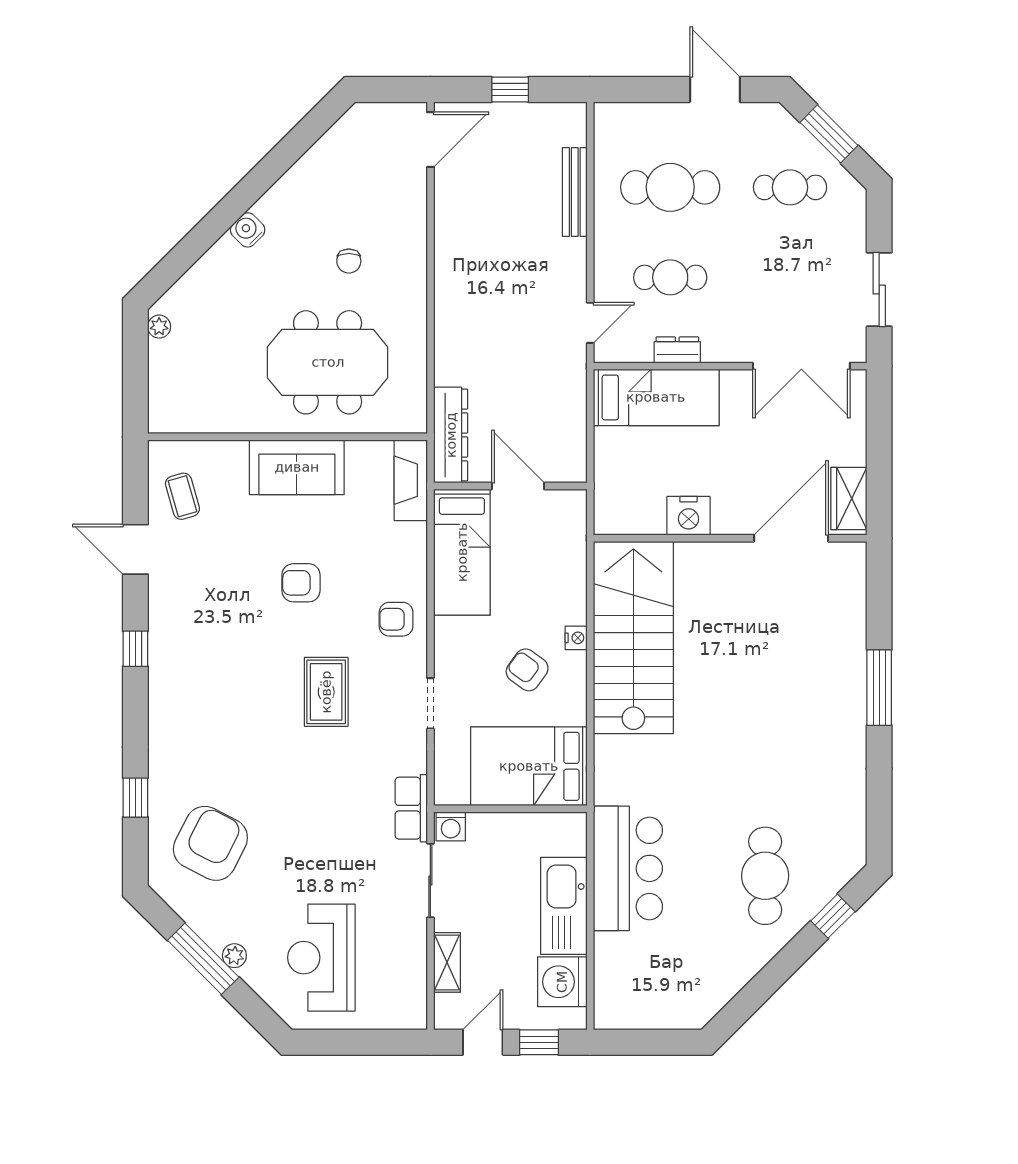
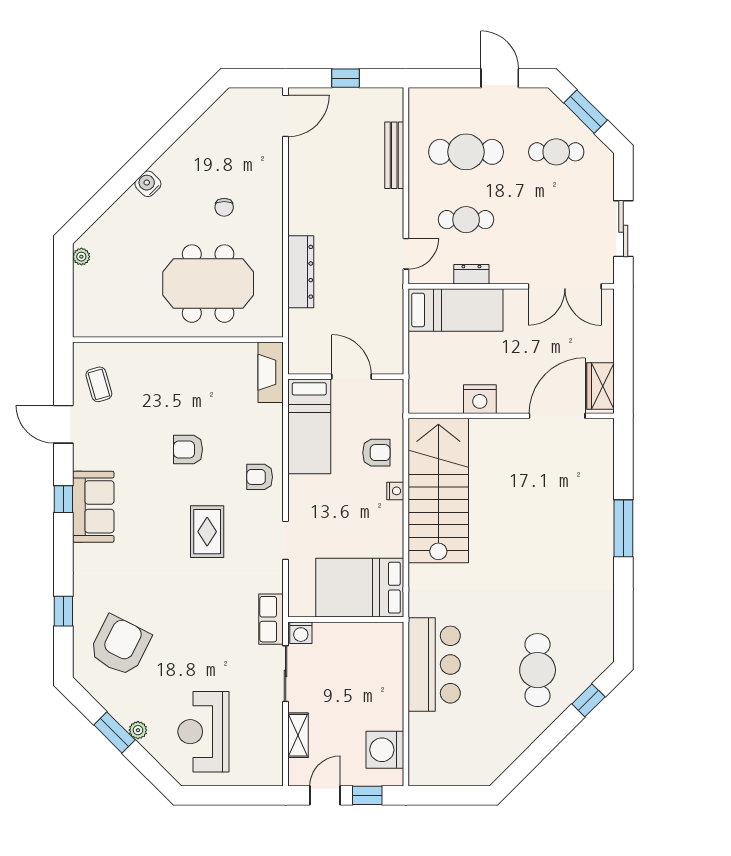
dresser: (451, 435) -> (301, 272), moved
sofa: (297, 467) -> (93, 507), moved, turned -90
armchair: (527, 670) -> (376, 453), moved, turned 144
kitchen sink: (564, 906) -> (386, 693), removed
window: (203, 959) -> (114, 732), width x0.69

